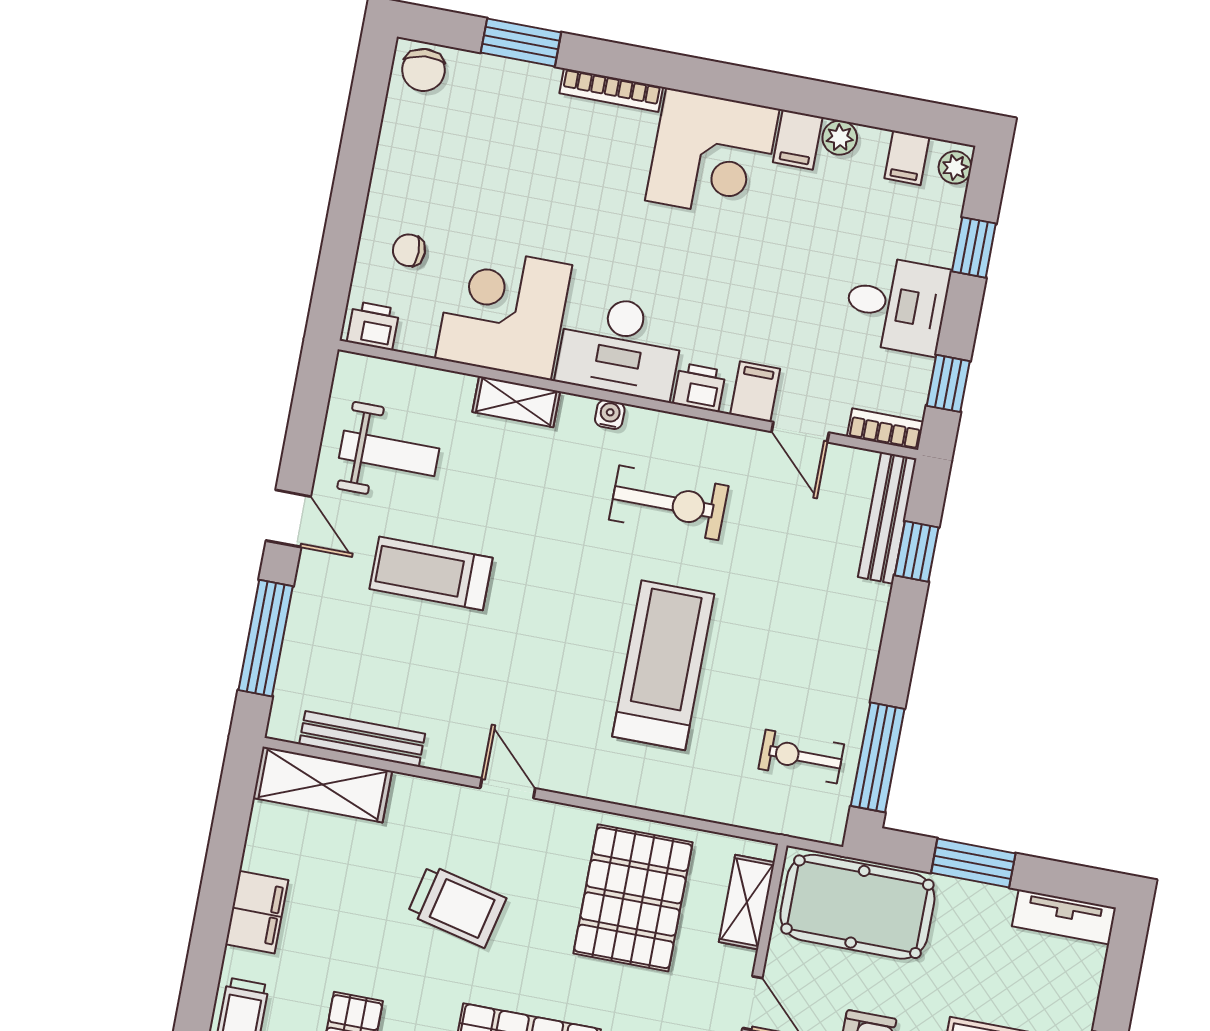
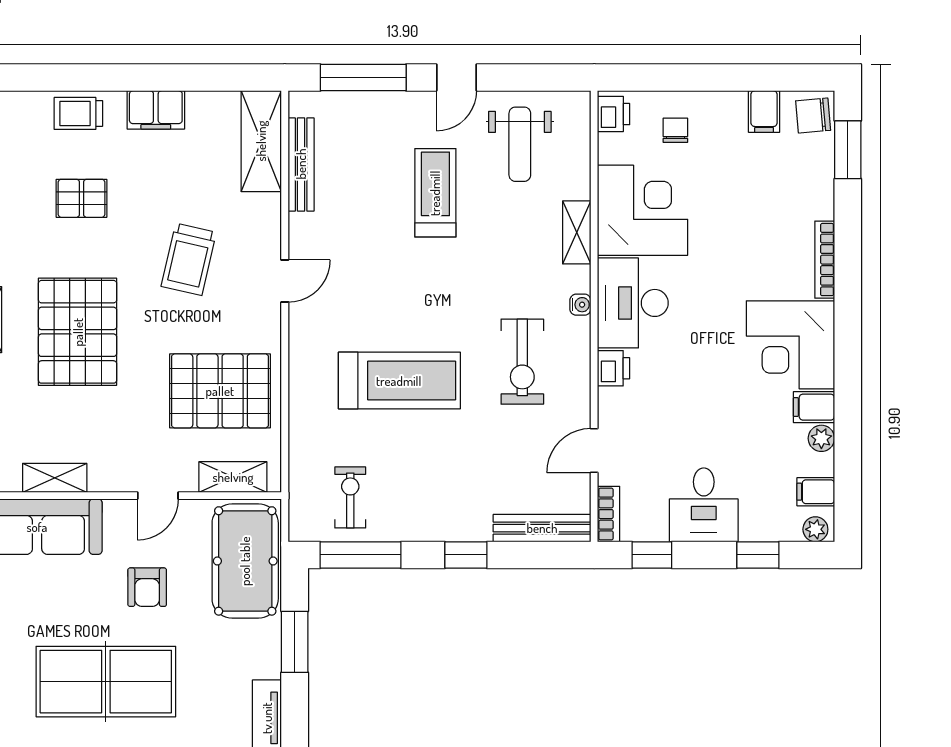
window: (521, 42) -> (848, 150), moved
filing cabinet: (755, 392) -> (764, 112), moved, turned 90
window: (917, 551) -> (466, 555), moved

